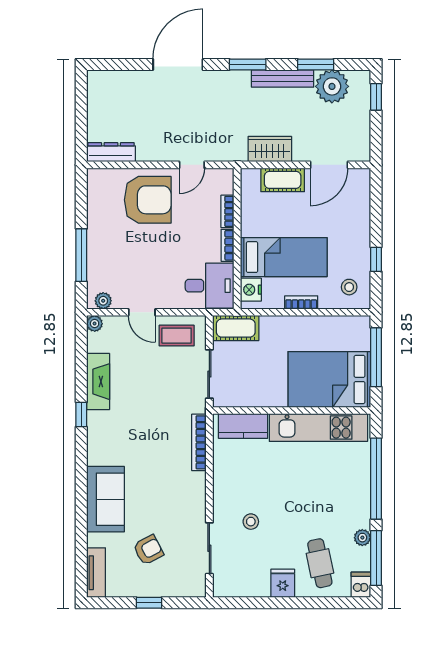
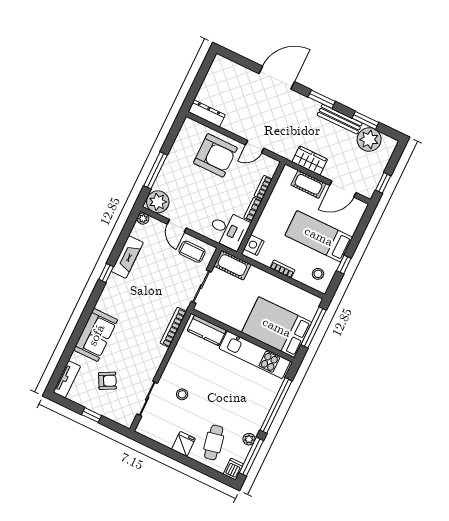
window: (376, 97) -> (383, 183), moved
bed: (284, 257) -> (319, 236), moved, turned 180
plant: (103, 301) -> (158, 202), width x1.87, depth x1.87

